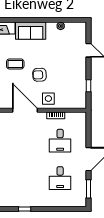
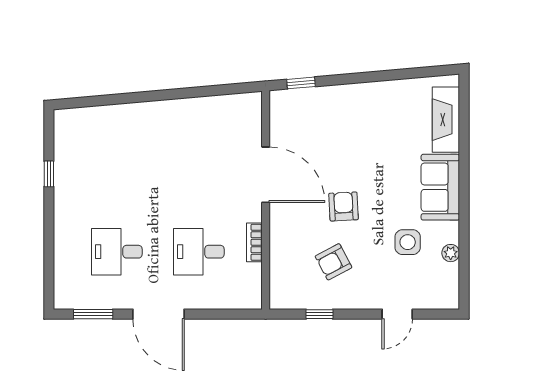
coffee table: (15, 64) -> (367, 153), removed
armchair: (65, 79) -> (333, 262), added
side table: (48, 99) -> (408, 242), moved
door: (25, 110) -> (266, 175), hinge flipped

